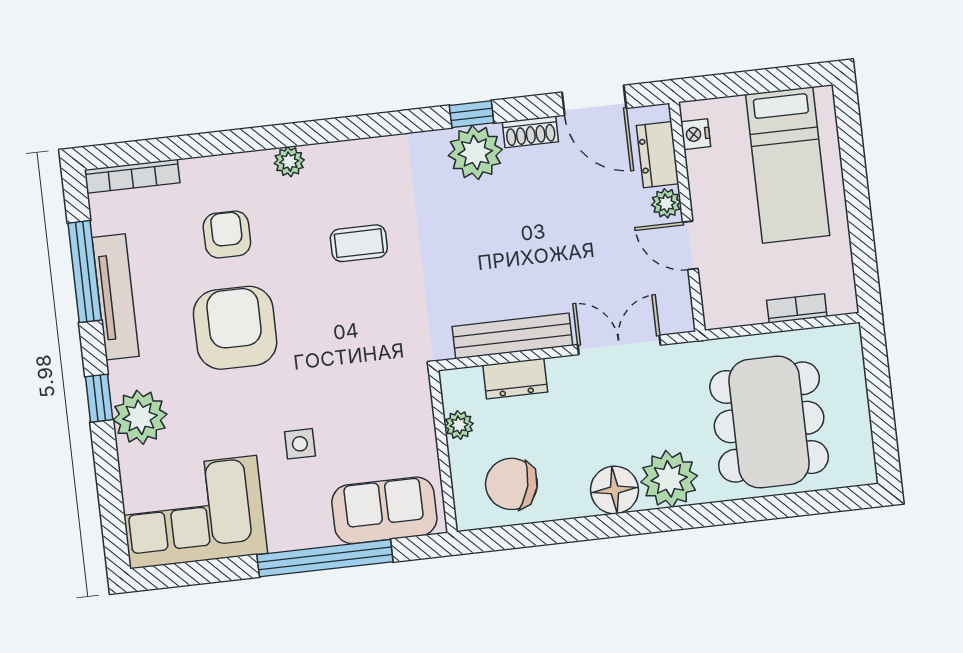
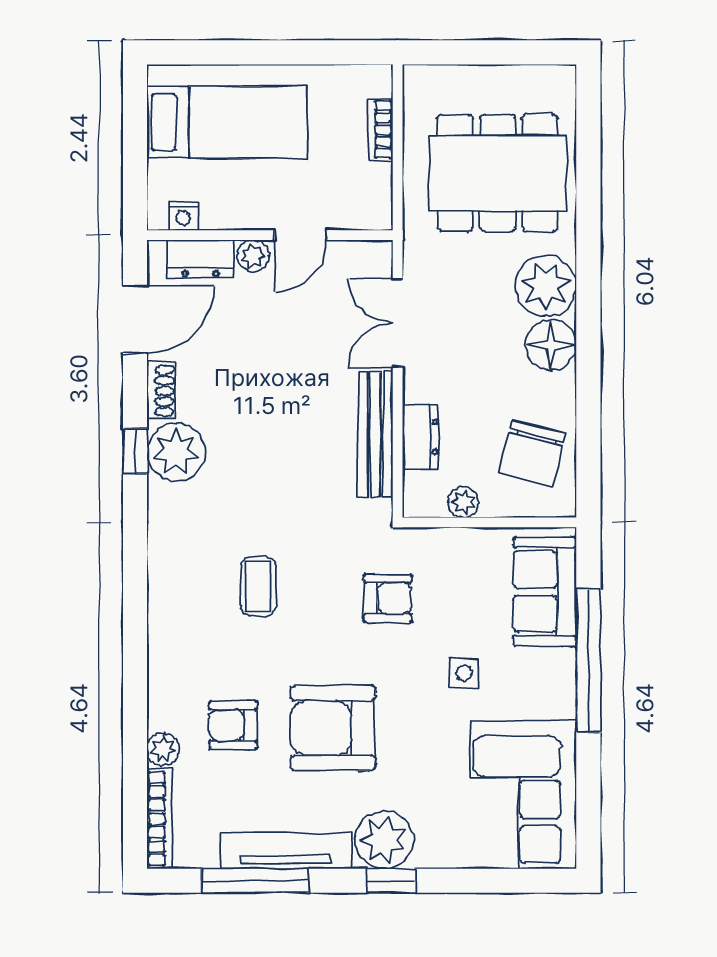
plant: (289, 162) -> (163, 750), moved
armchair: (362, 365) -> (388, 598), added
plant: (140, 417) -> (384, 840), moved

